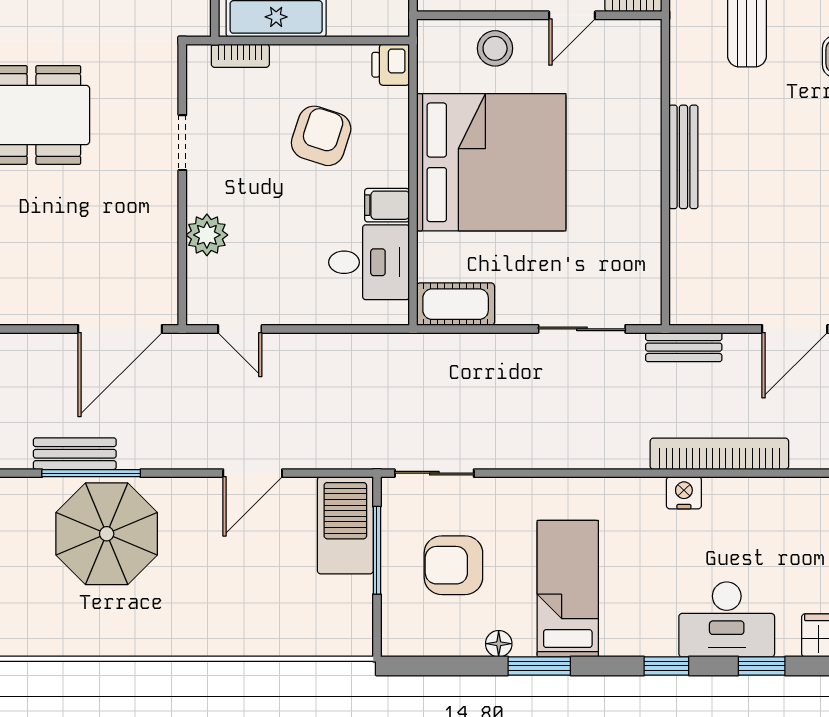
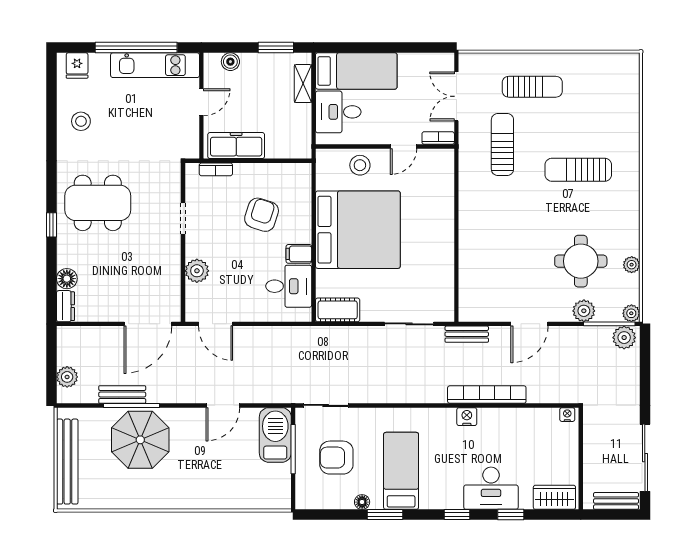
printer: (391, 65) -> (301, 174), removed
bench: (683, 157) -> (467, 227), removed
door: (240, 329) -> (216, 324), width x1.37

